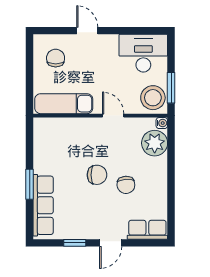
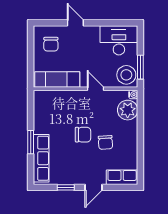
chair: (56, 58) -> (51, 44), turned 180

